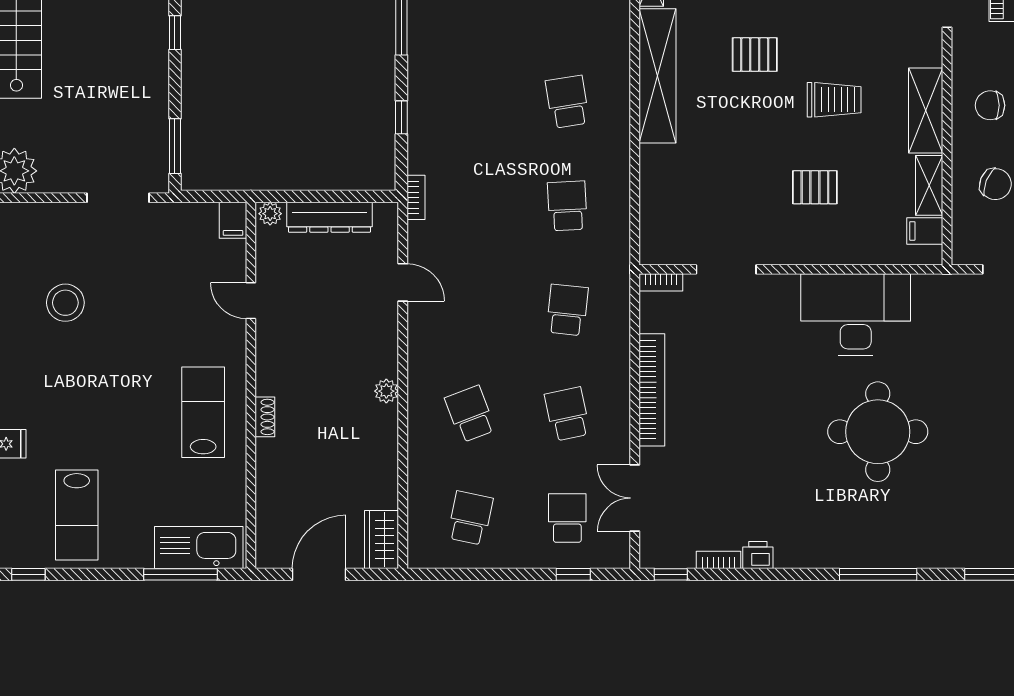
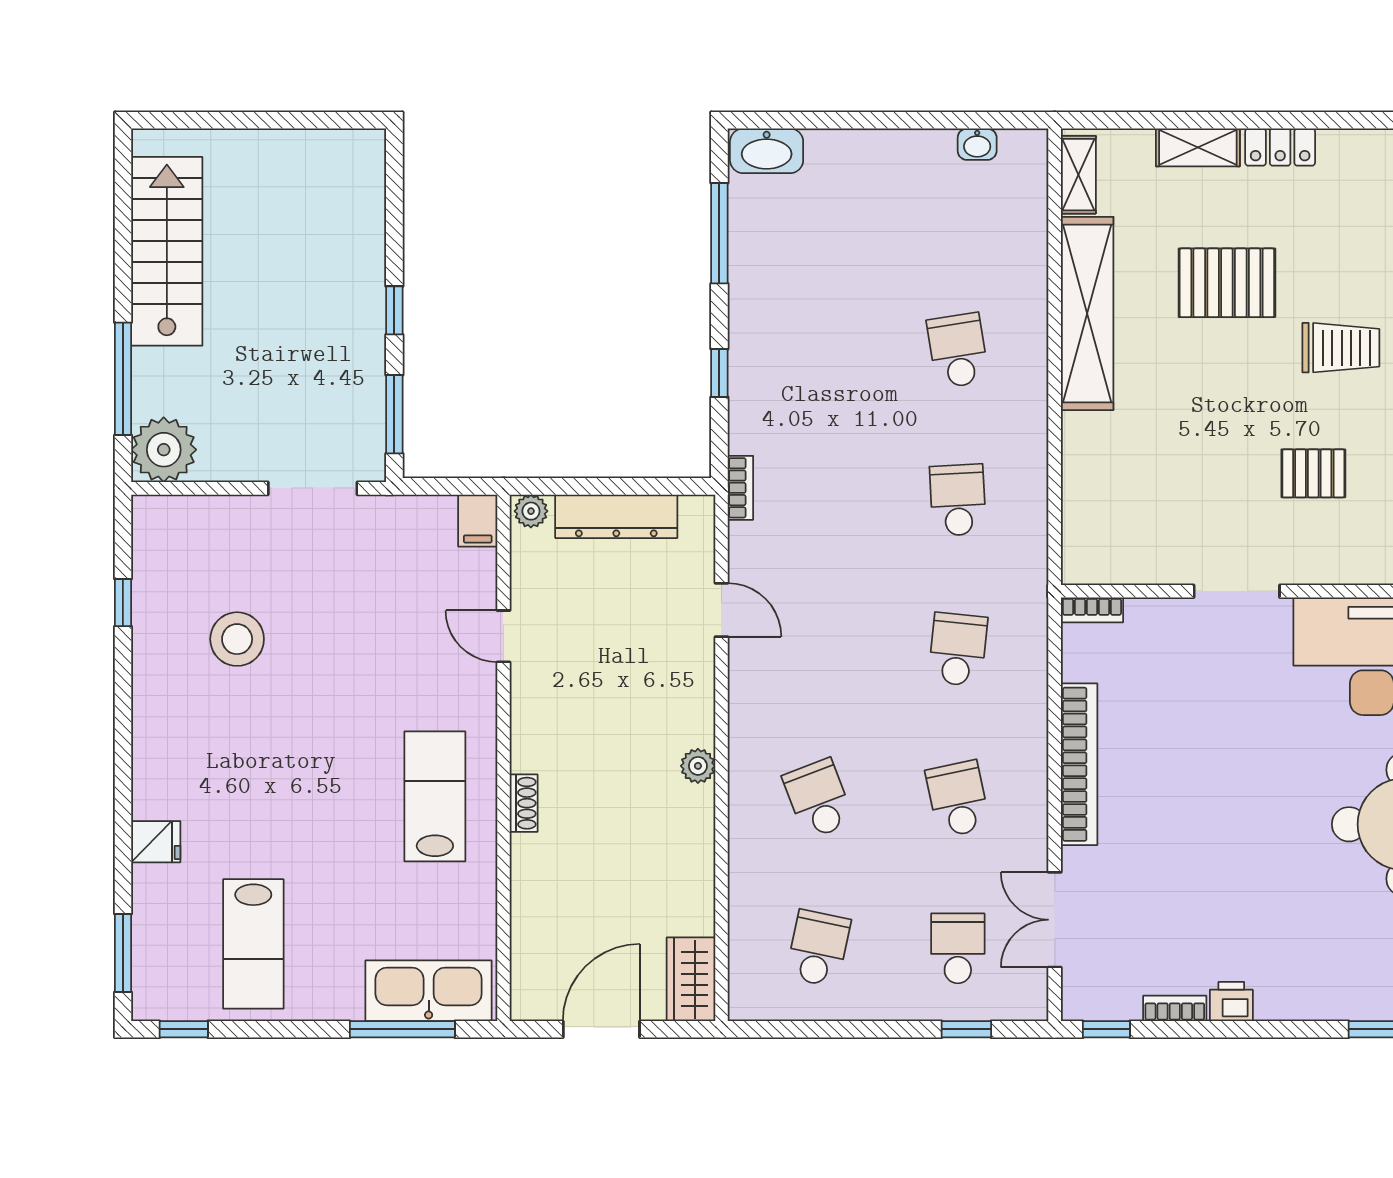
window: (175, 33) -> (394, 310), moved
pallet: (755, 55) -> (1227, 283), width x1.50, depth x1.42
doorway: (726, 269) -> (1237, 591), moved

